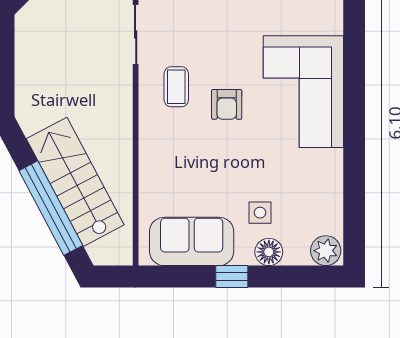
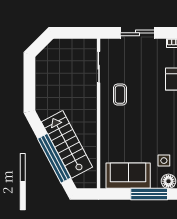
armchair: (227, 104) -> (146, 104), removed
window: (232, 277) -> (149, 194), width x2.17

